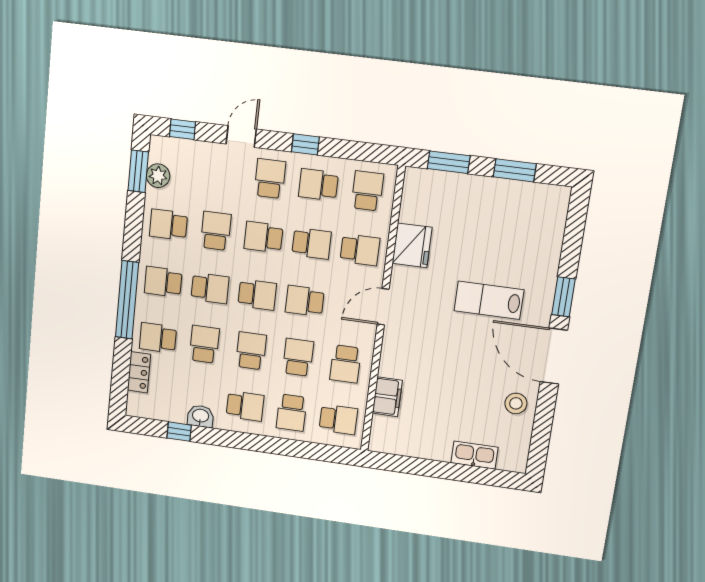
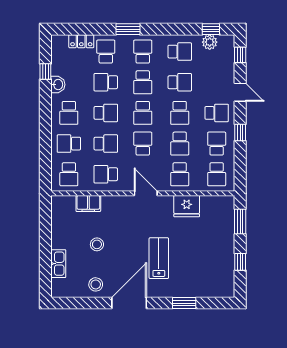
window: (515, 170) -> (240, 262), width x0.67
window: (138, 171) -> (211, 29), width x0.67
school desk: (367, 191) -> (217, 174), turned 90
school desk: (168, 225) -> (180, 52), turned 90
school desk: (263, 237) -> (180, 113), turned 180
window: (564, 297) -> (184, 303), moved
window: (127, 300) -> (128, 29), width x0.47
school desk: (204, 344) -> (106, 82), turned 180
stool: (453, 393) -> (97, 244), added

